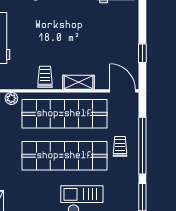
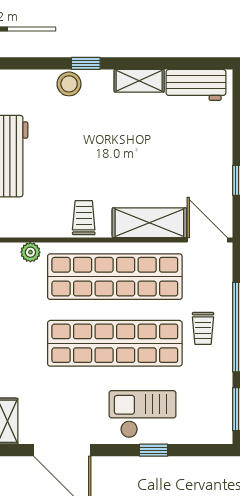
shelving: (78, 82) -> (149, 223), width x1.50, depth x1.33
trolley: (120, 146) -> (203, 328), turned 180

